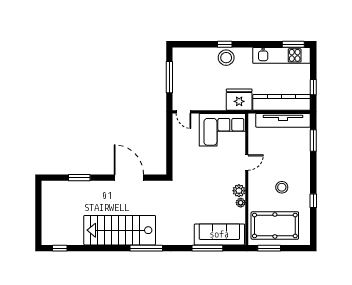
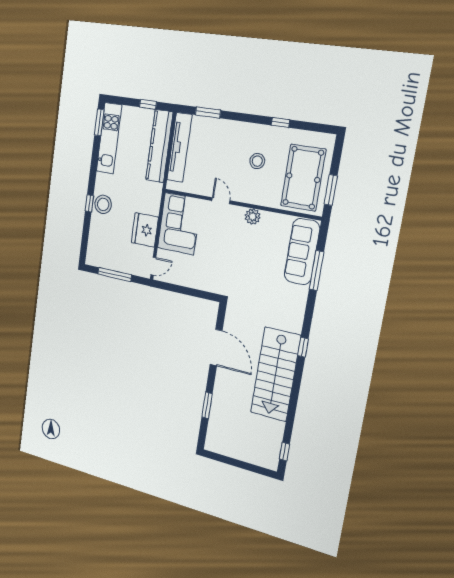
fridge: (239, 100) -> (145, 230), moved
door: (129, 178) -> (216, 348), swing flipped
plant: (241, 203) -> (267, 217), removed
window: (146, 248) -> (303, 347), width x0.46

